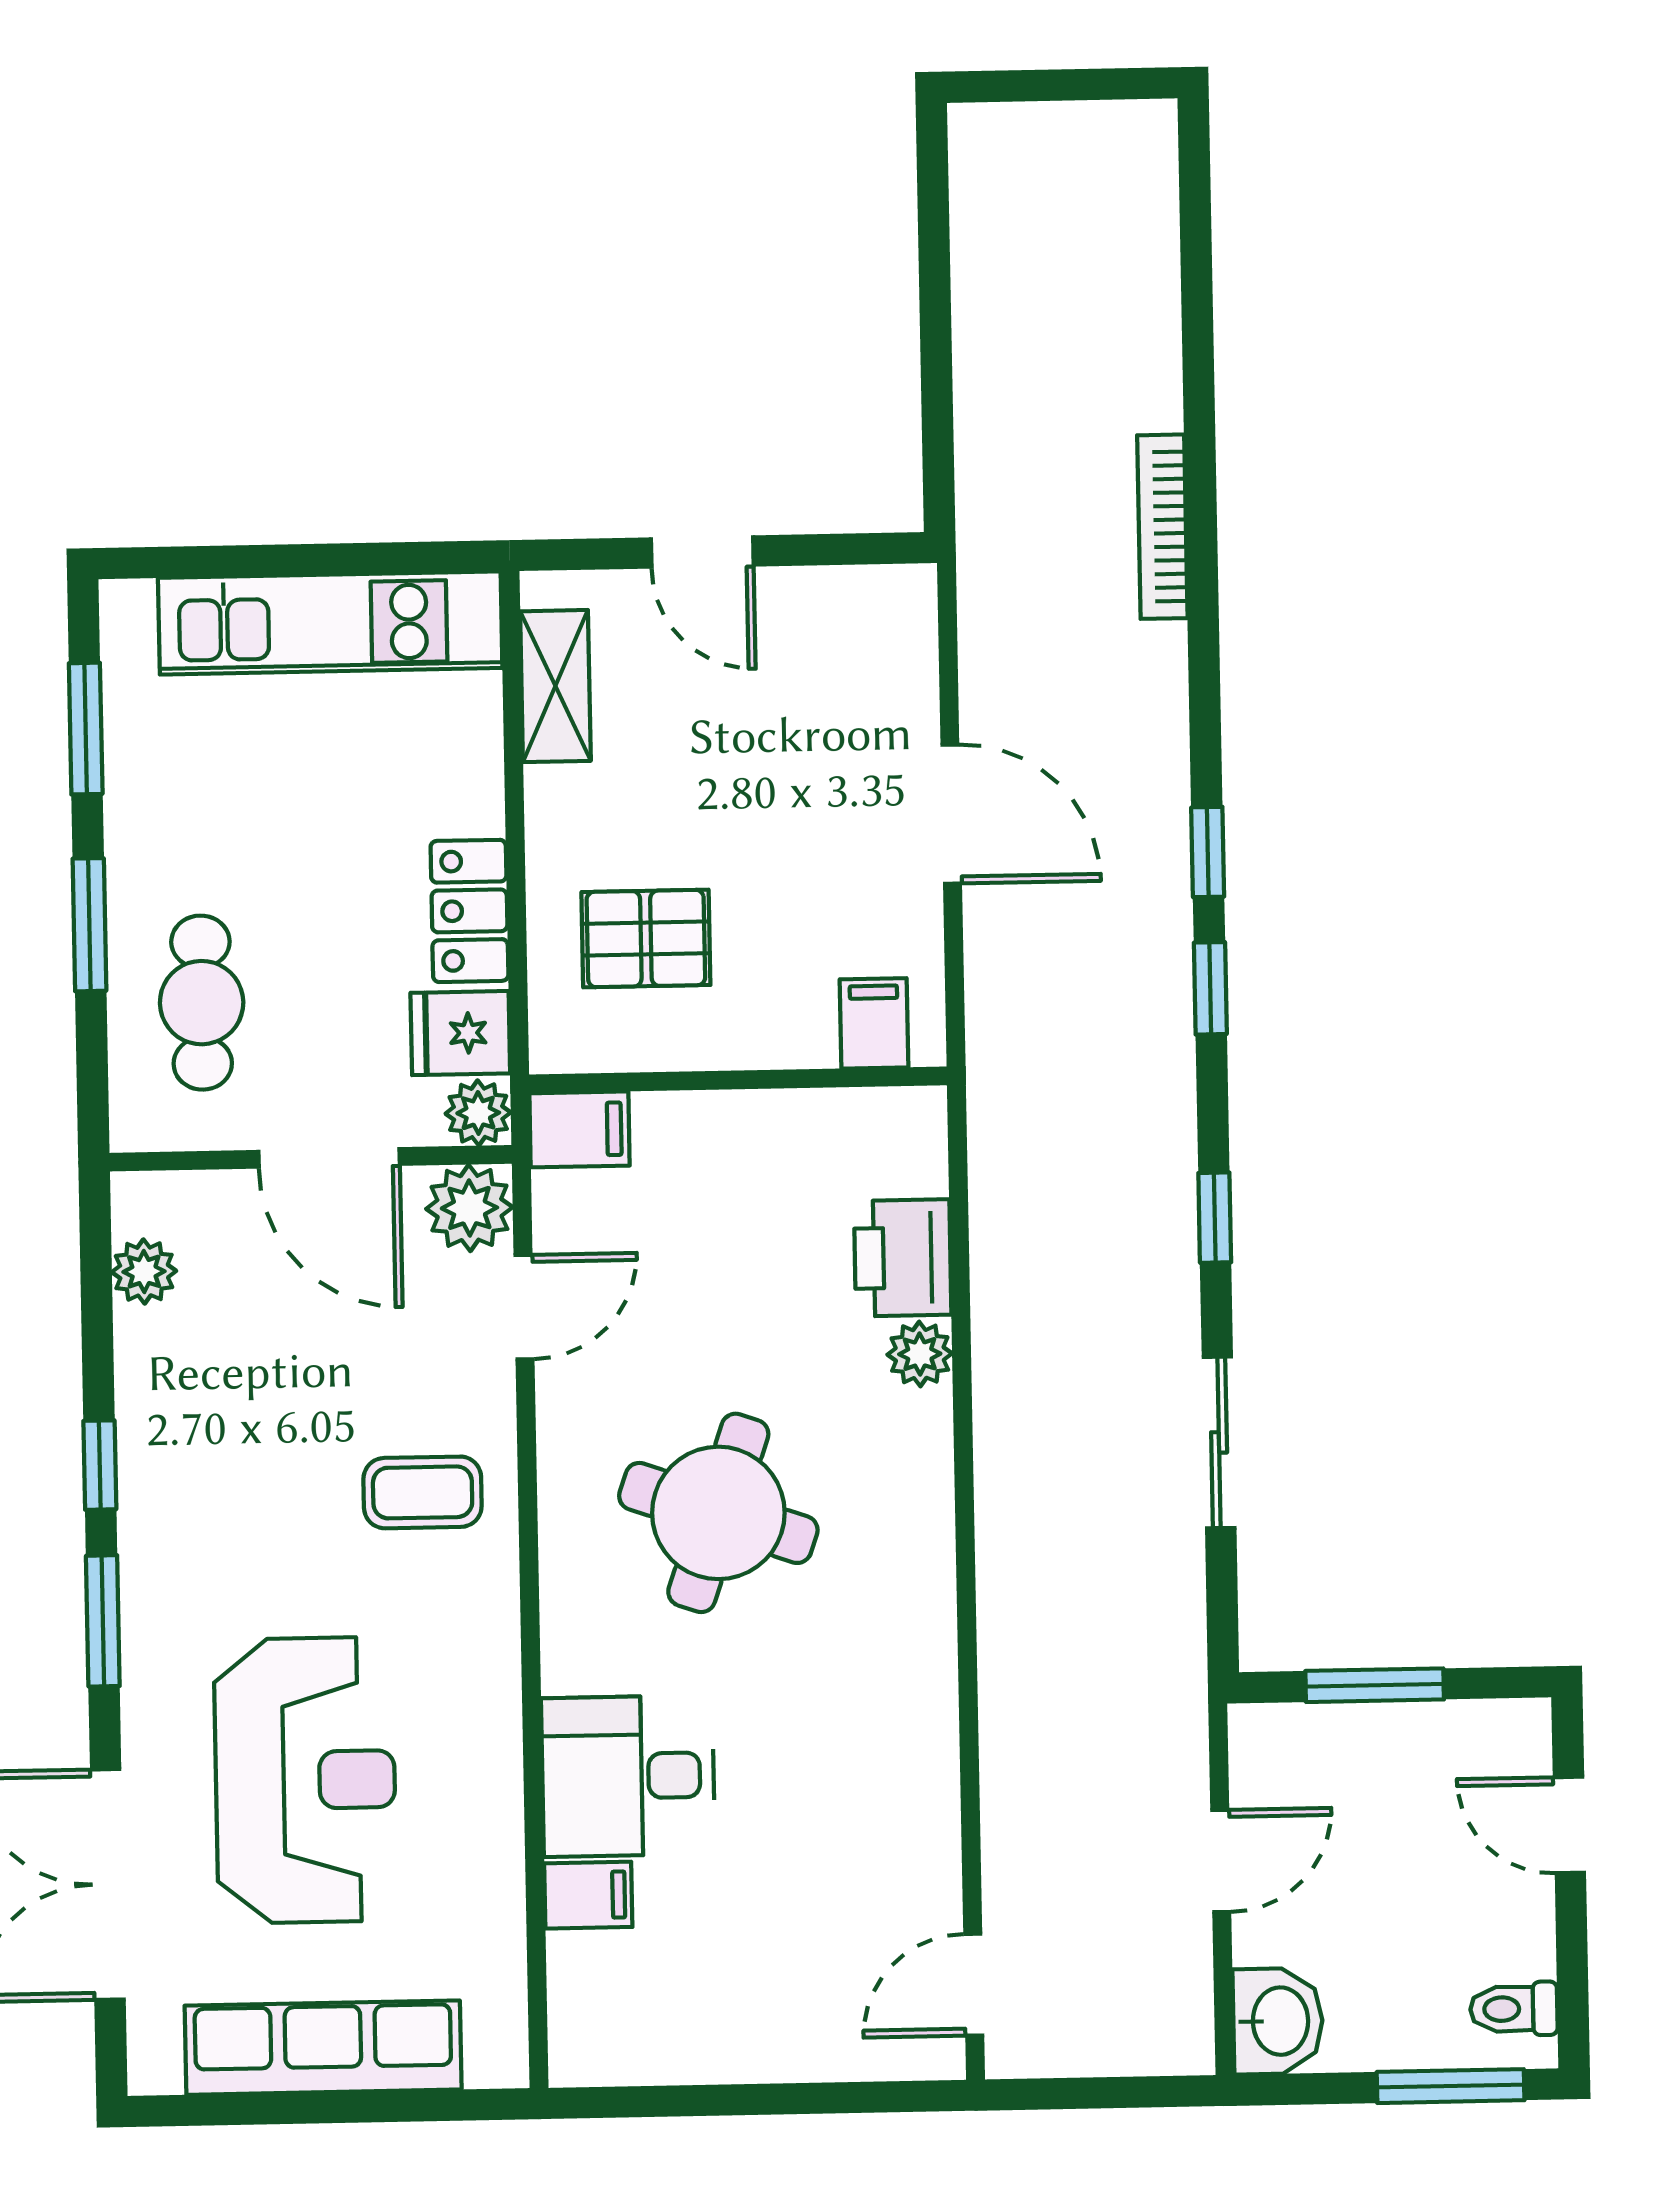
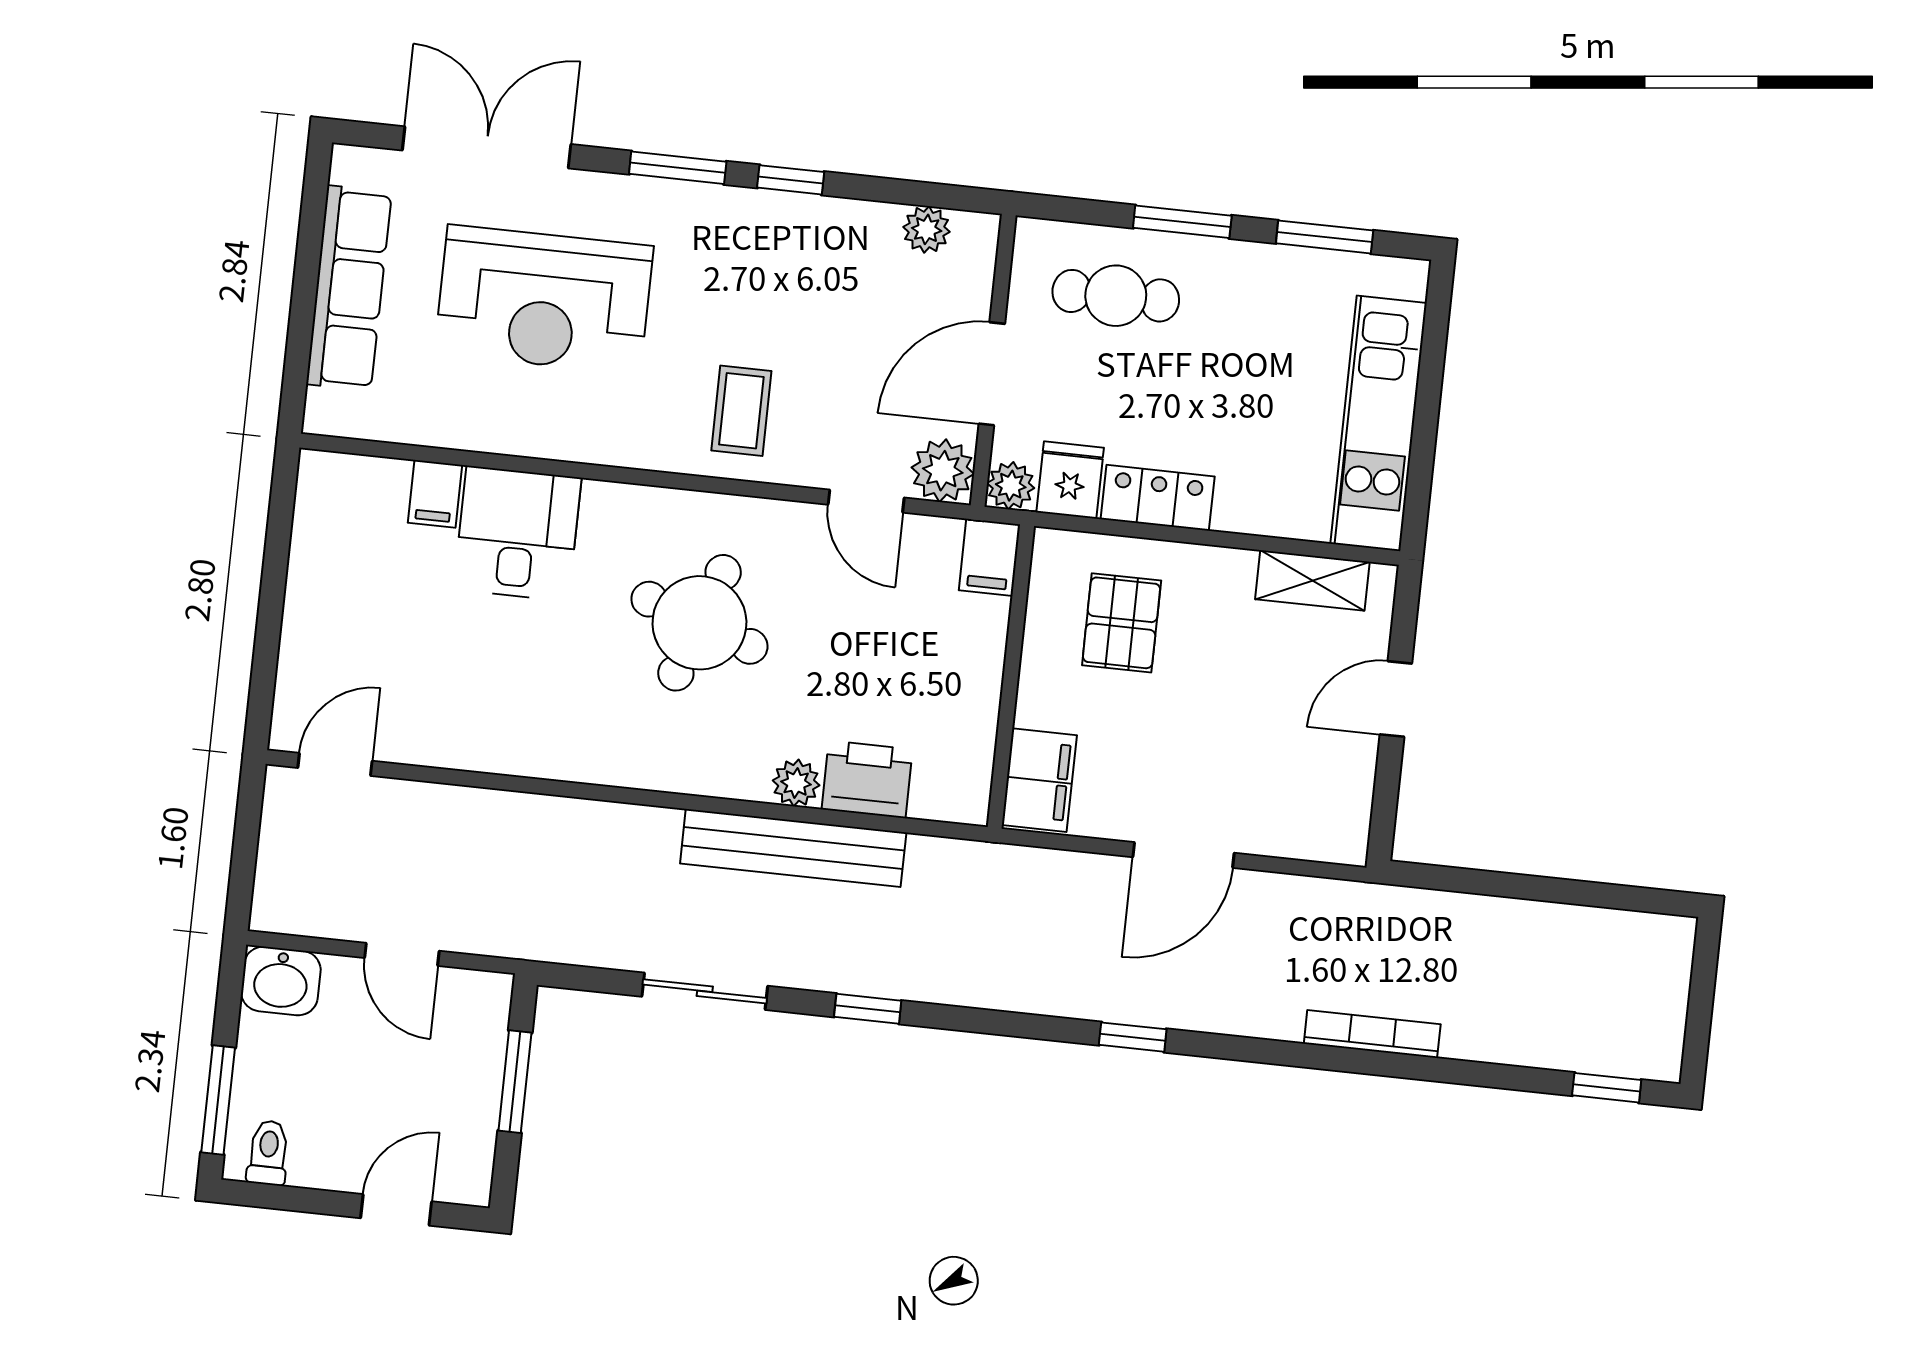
window: (1210, 988) -> (1607, 1088), moved
filing cabinet: (874, 1023) -> (1039, 780), width x2.00
bench: (1009, 1347) -> (793, 848), added
door: (974, 1985) -> (335, 764), hinge flipped

